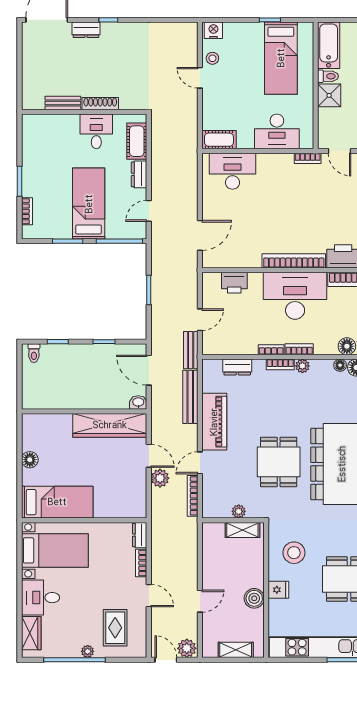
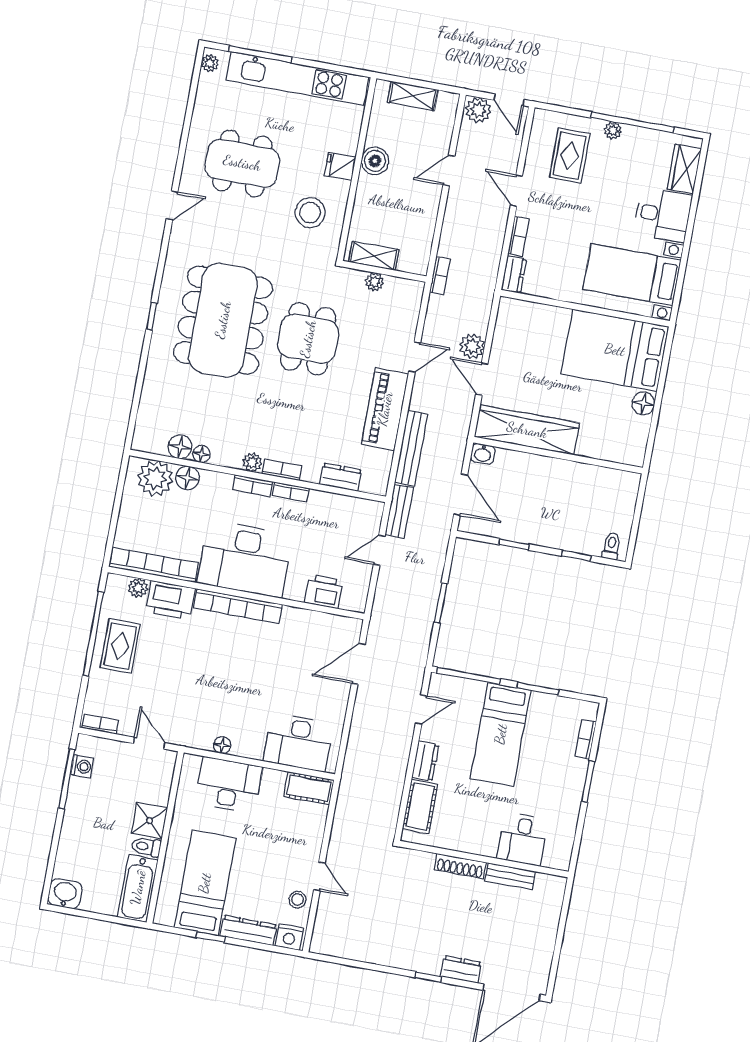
dresser: (244, 30) -> (249, 930), added
desk: (96, 131) -> (523, 839), moved
bookcase: (308, 158) -> (194, 741), removed
floor lamp: (287, 159) -> (222, 745), added
bookcase: (193, 496) -> (440, 276), moved, width x0.64
bed: (57, 502) -> (615, 350), width x1.50

